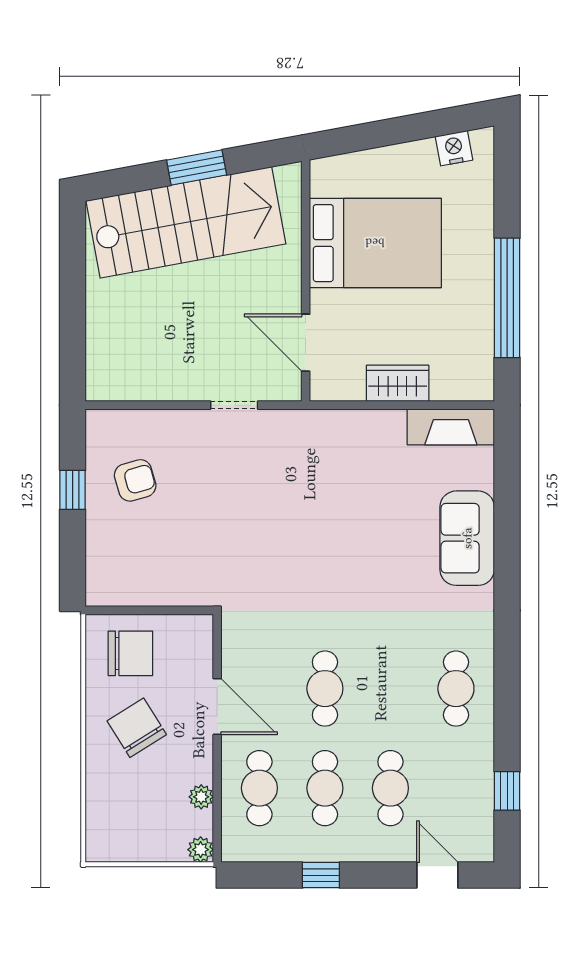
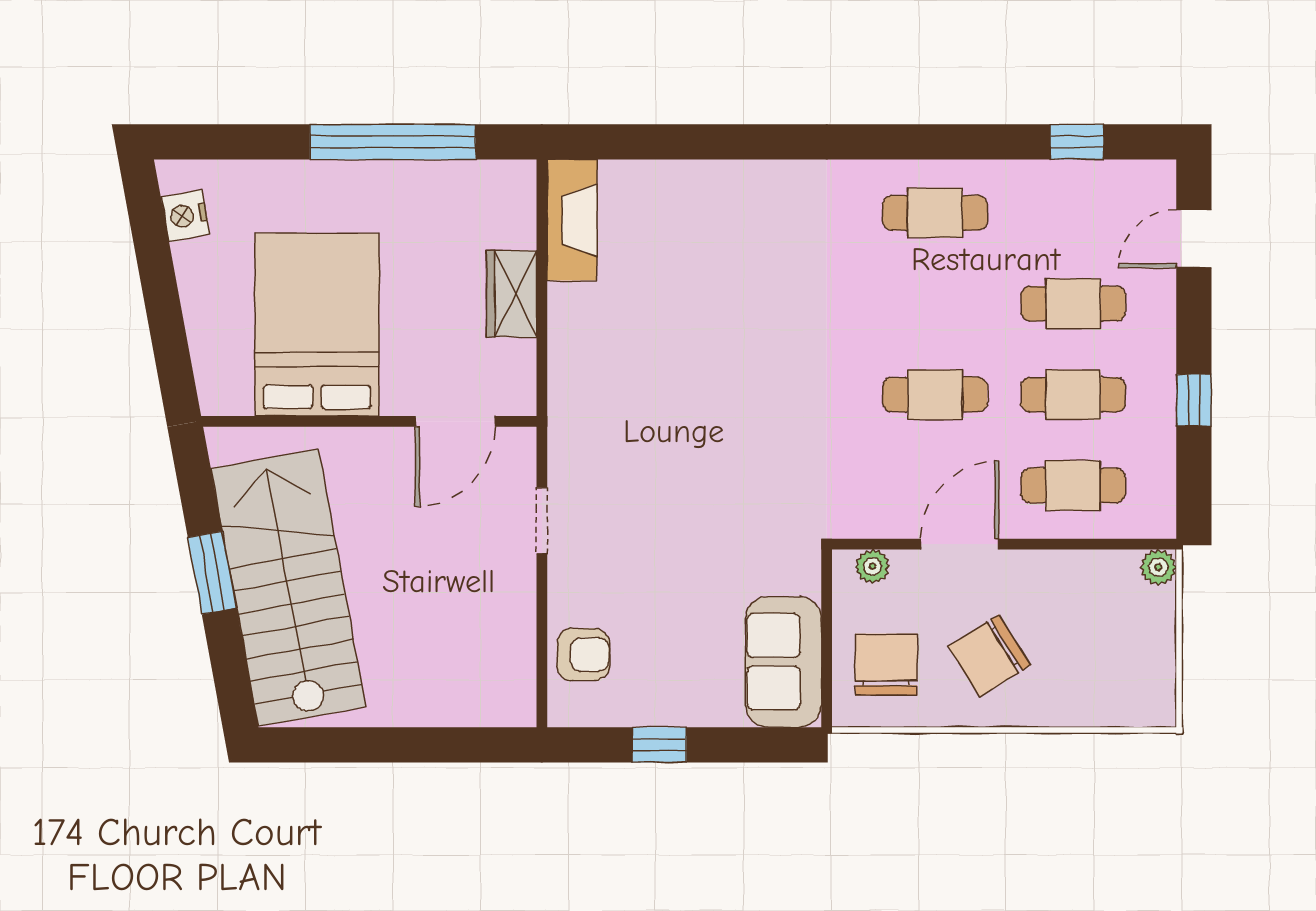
armchair: (135, 480) -> (583, 654), moved, turned 106
sofa: (467, 538) -> (784, 662), moved, turned 90
plant: (201, 797) -> (873, 566), moved

